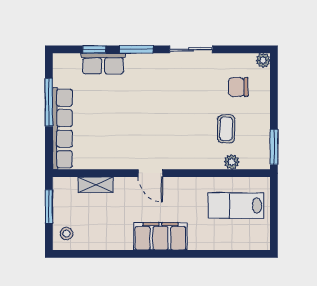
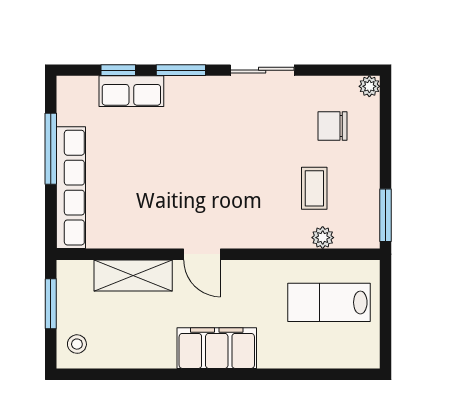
shelving: (95, 185) -> (133, 275), width x1.50, depth x1.33

